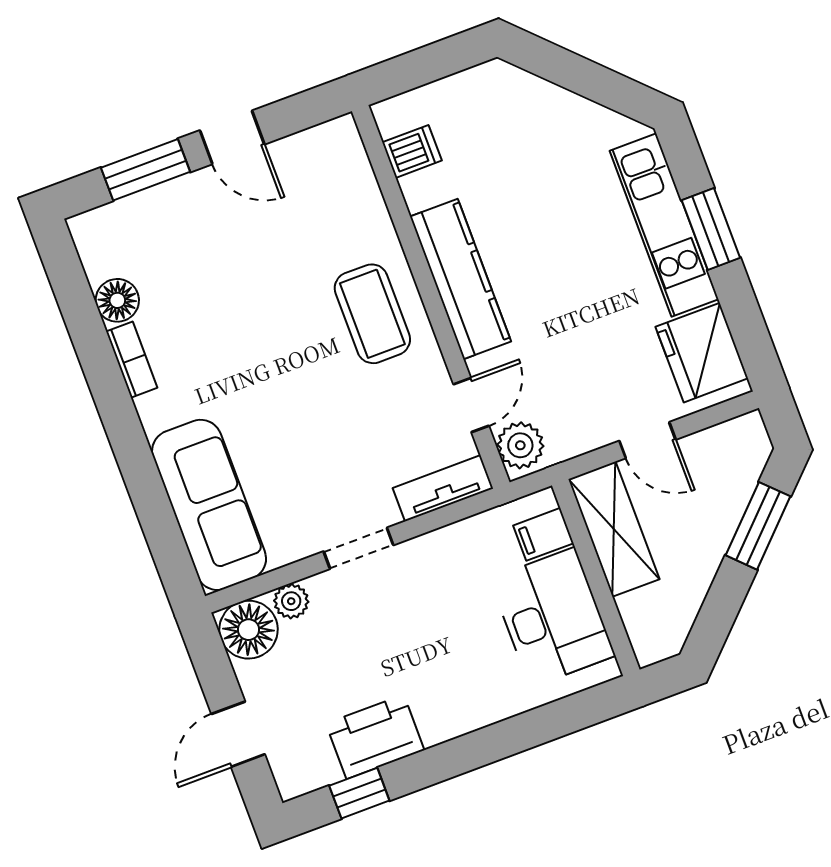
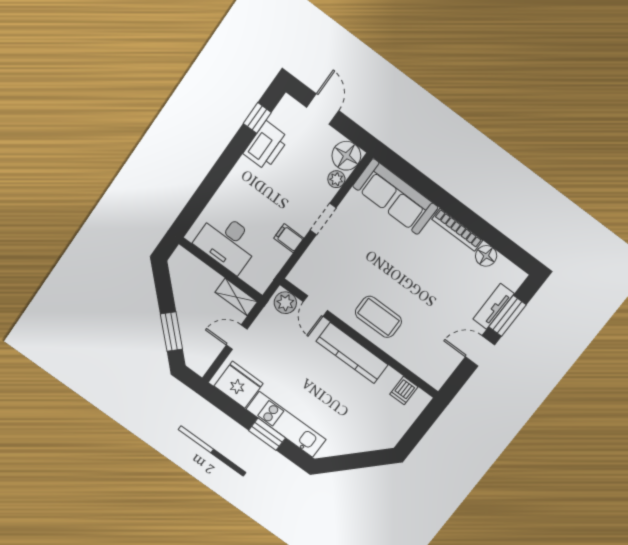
bookcase: (132, 360) -> (457, 230), width x1.56
tv unit: (443, 488) -> (494, 306), moved, turned 180
shelving: (614, 529) -> (236, 297), width x0.67, depth x0.75
filing cabinet: (543, 534) -> (289, 238), moved, turned -90

